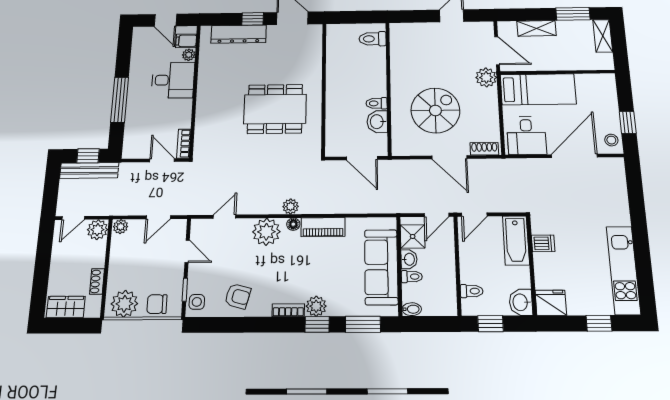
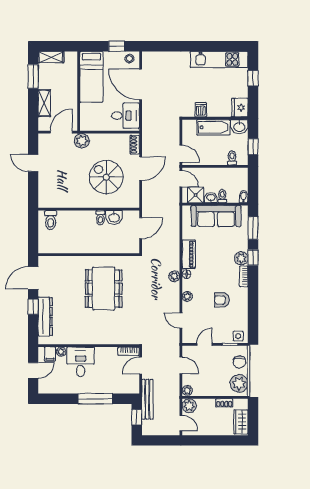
bed: (538, 89) -> (91, 77), moved, turned 180
bench: (89, 170) -> (147, 399), moved
plant: (266, 232) -> (187, 296), width x0.53, depth x0.53
bathtub: (516, 240) -> (213, 127), moved
armchair: (238, 296) -> (222, 300), moved, turned -105

